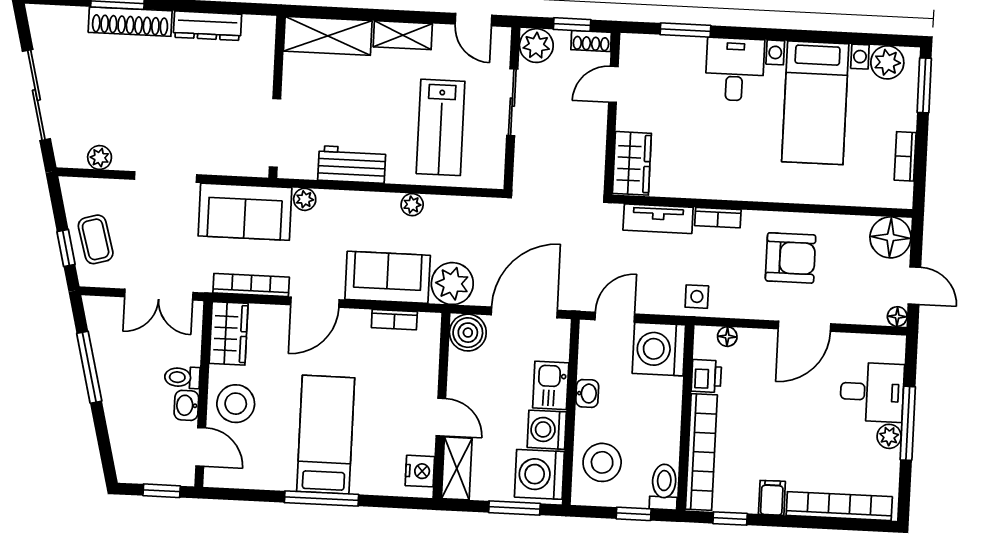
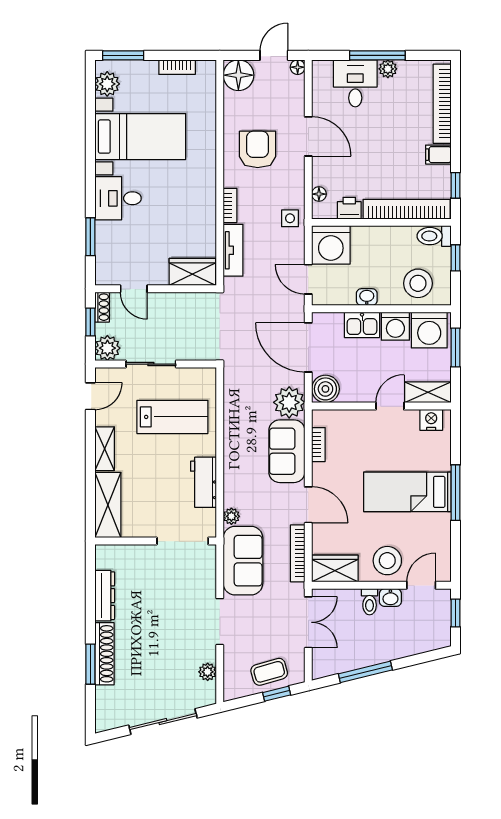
plant: (412, 205) -> (231, 435), removed

